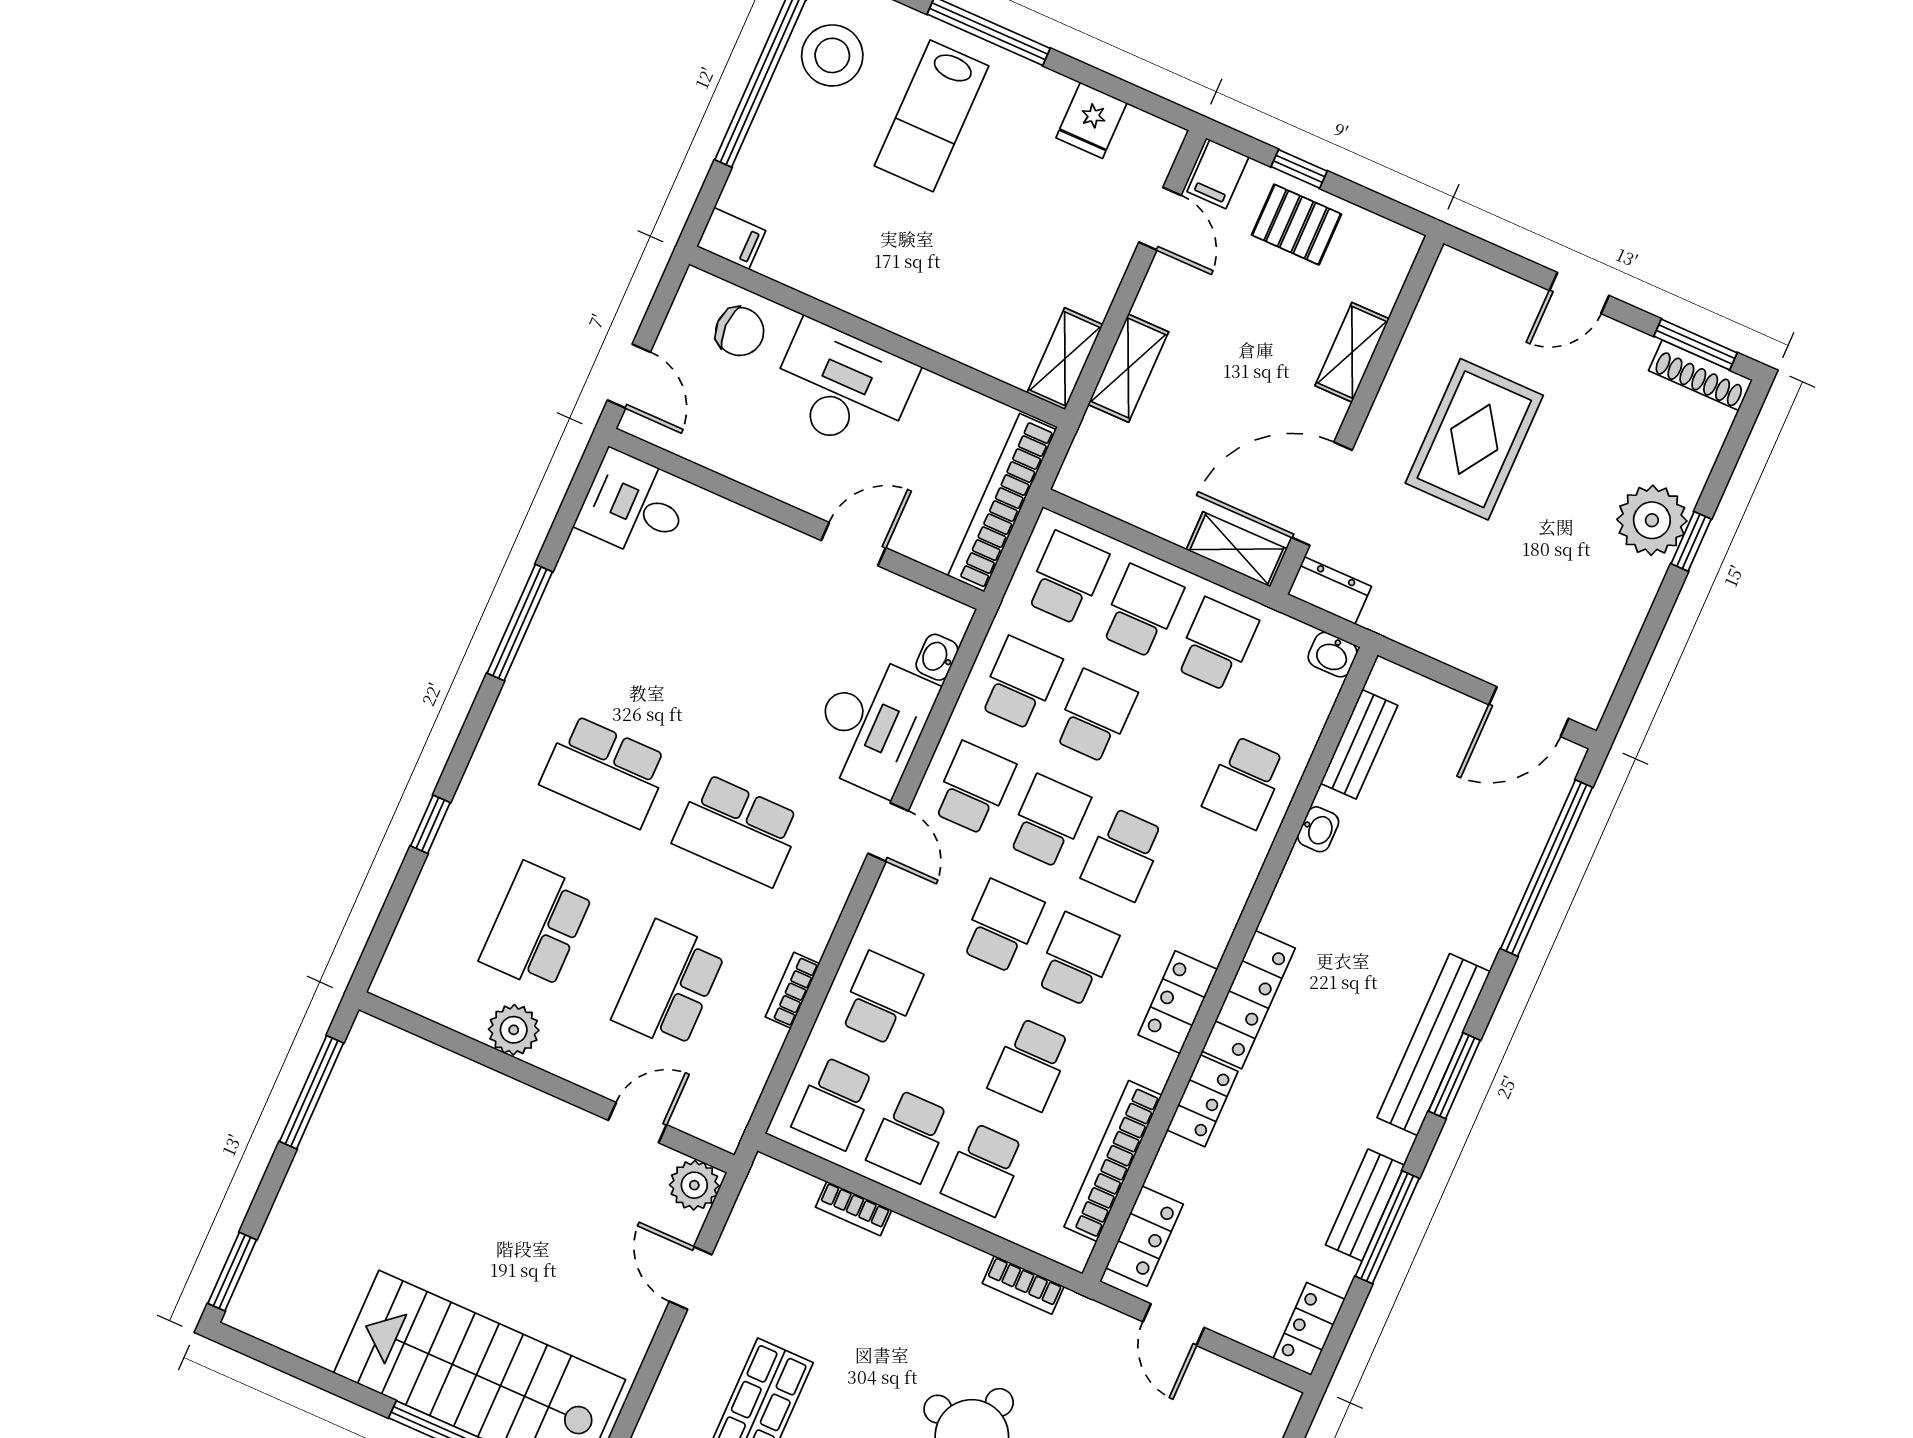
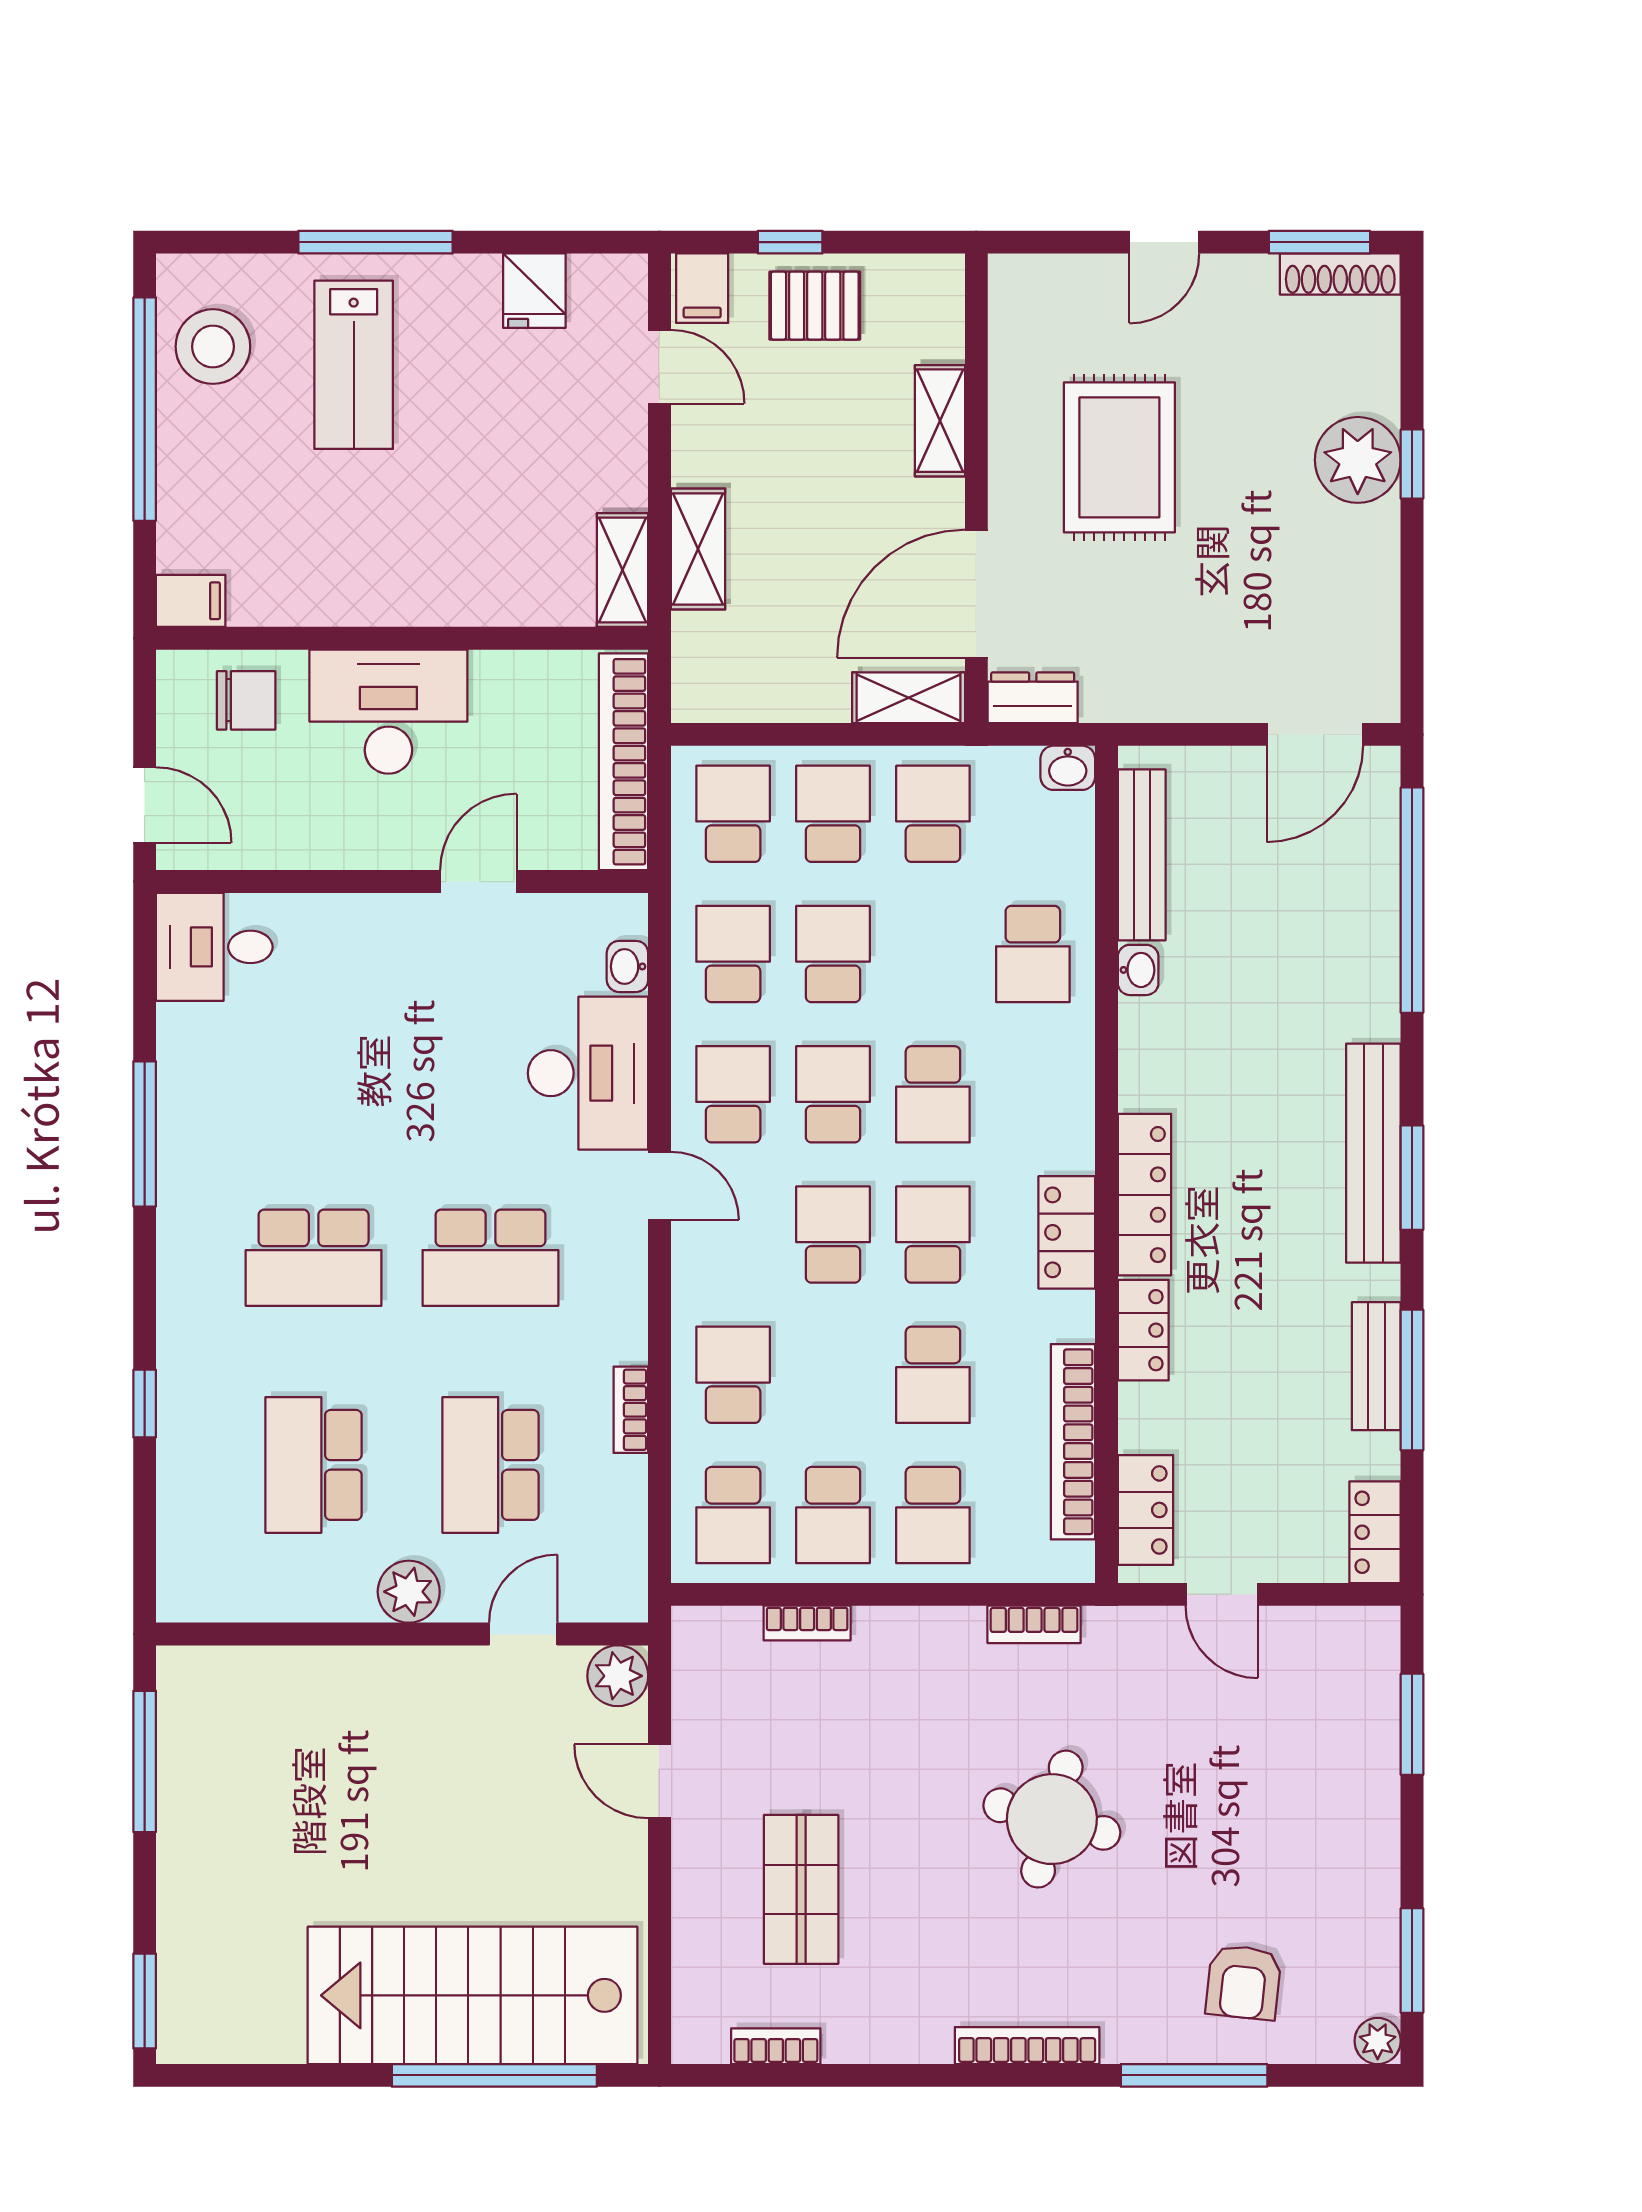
bench: (1359, 744) -> (1142, 855), width x1.36
plant: (514, 1030) -> (409, 1592), moved

